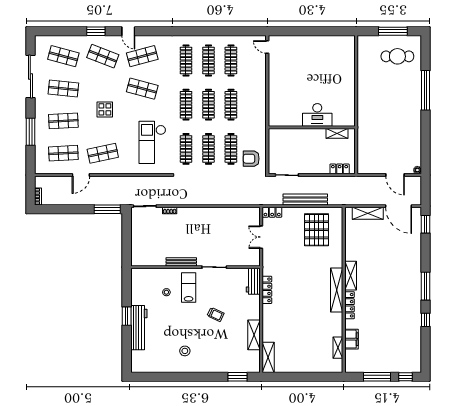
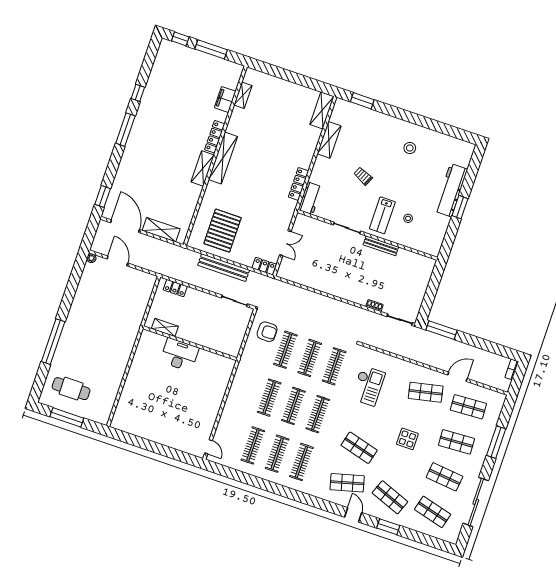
checkout: (152, 142) -> (368, 386), width x0.73, depth x0.83

